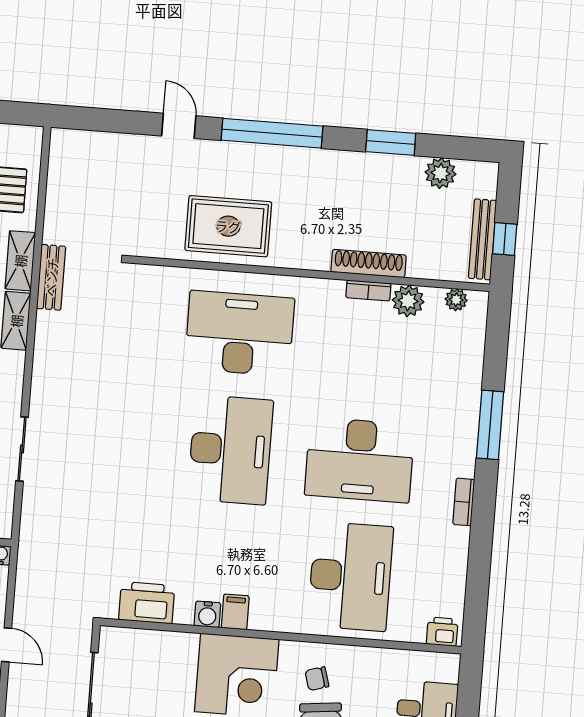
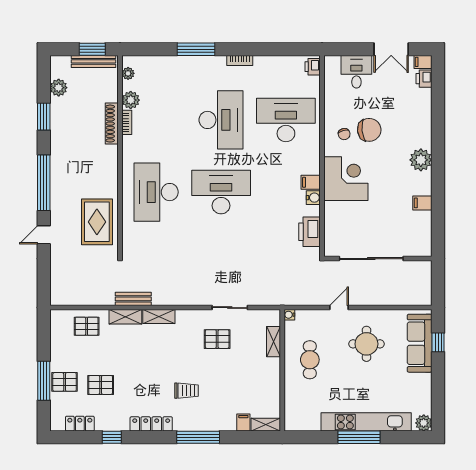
rug: (228, 226) -> (97, 222), moved
window: (505, 239) -> (92, 49), width x1.50

